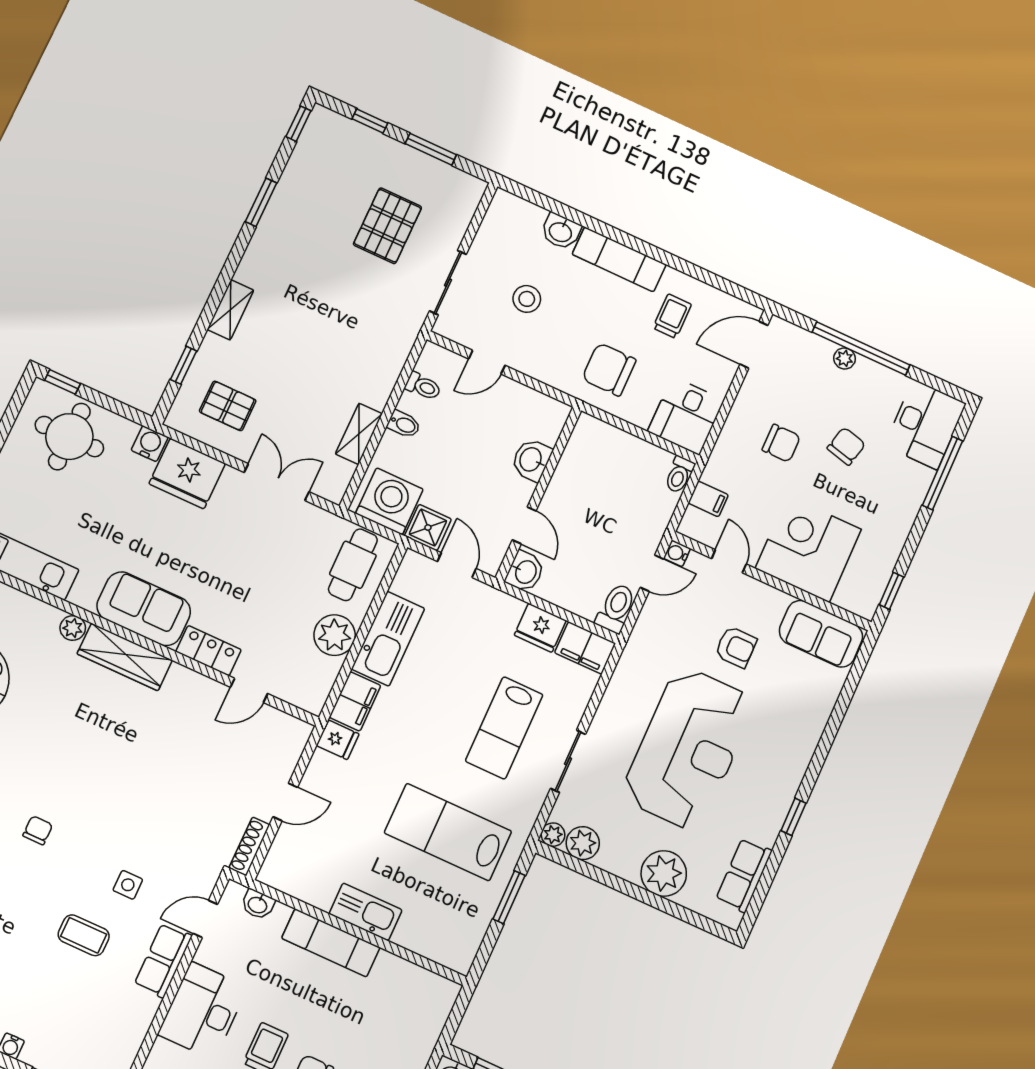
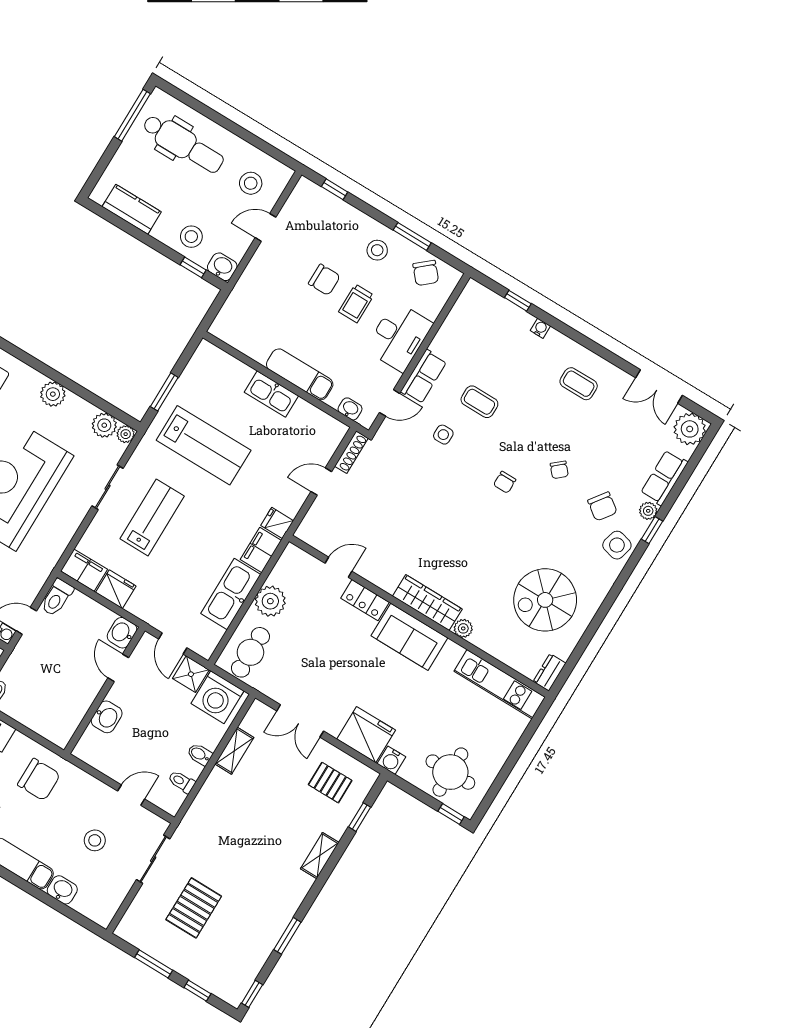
plant: (664, 873) -> (53, 394), width x0.73, depth x0.73

